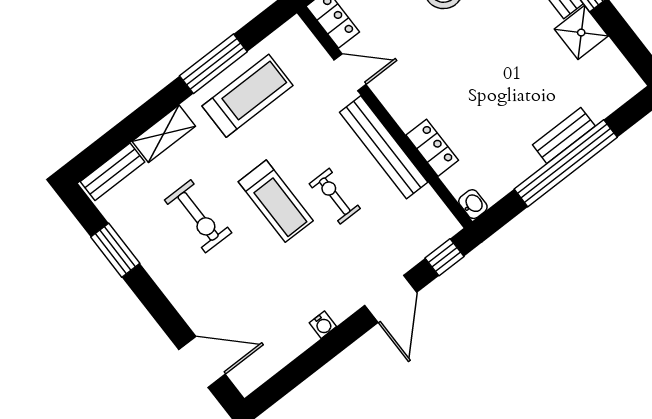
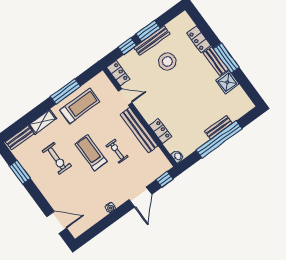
treadmill: (276, 201) -> (91, 153), turned 180

